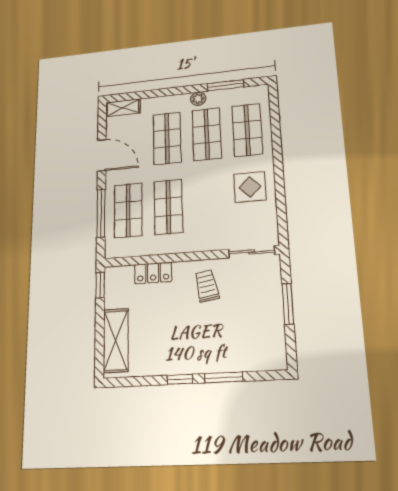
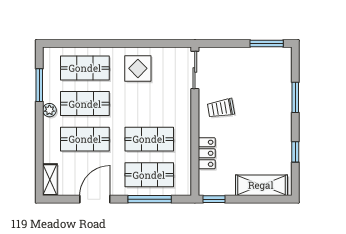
window: (288, 304) -> (267, 44), moved
window: (180, 379) -> (295, 152), moved

